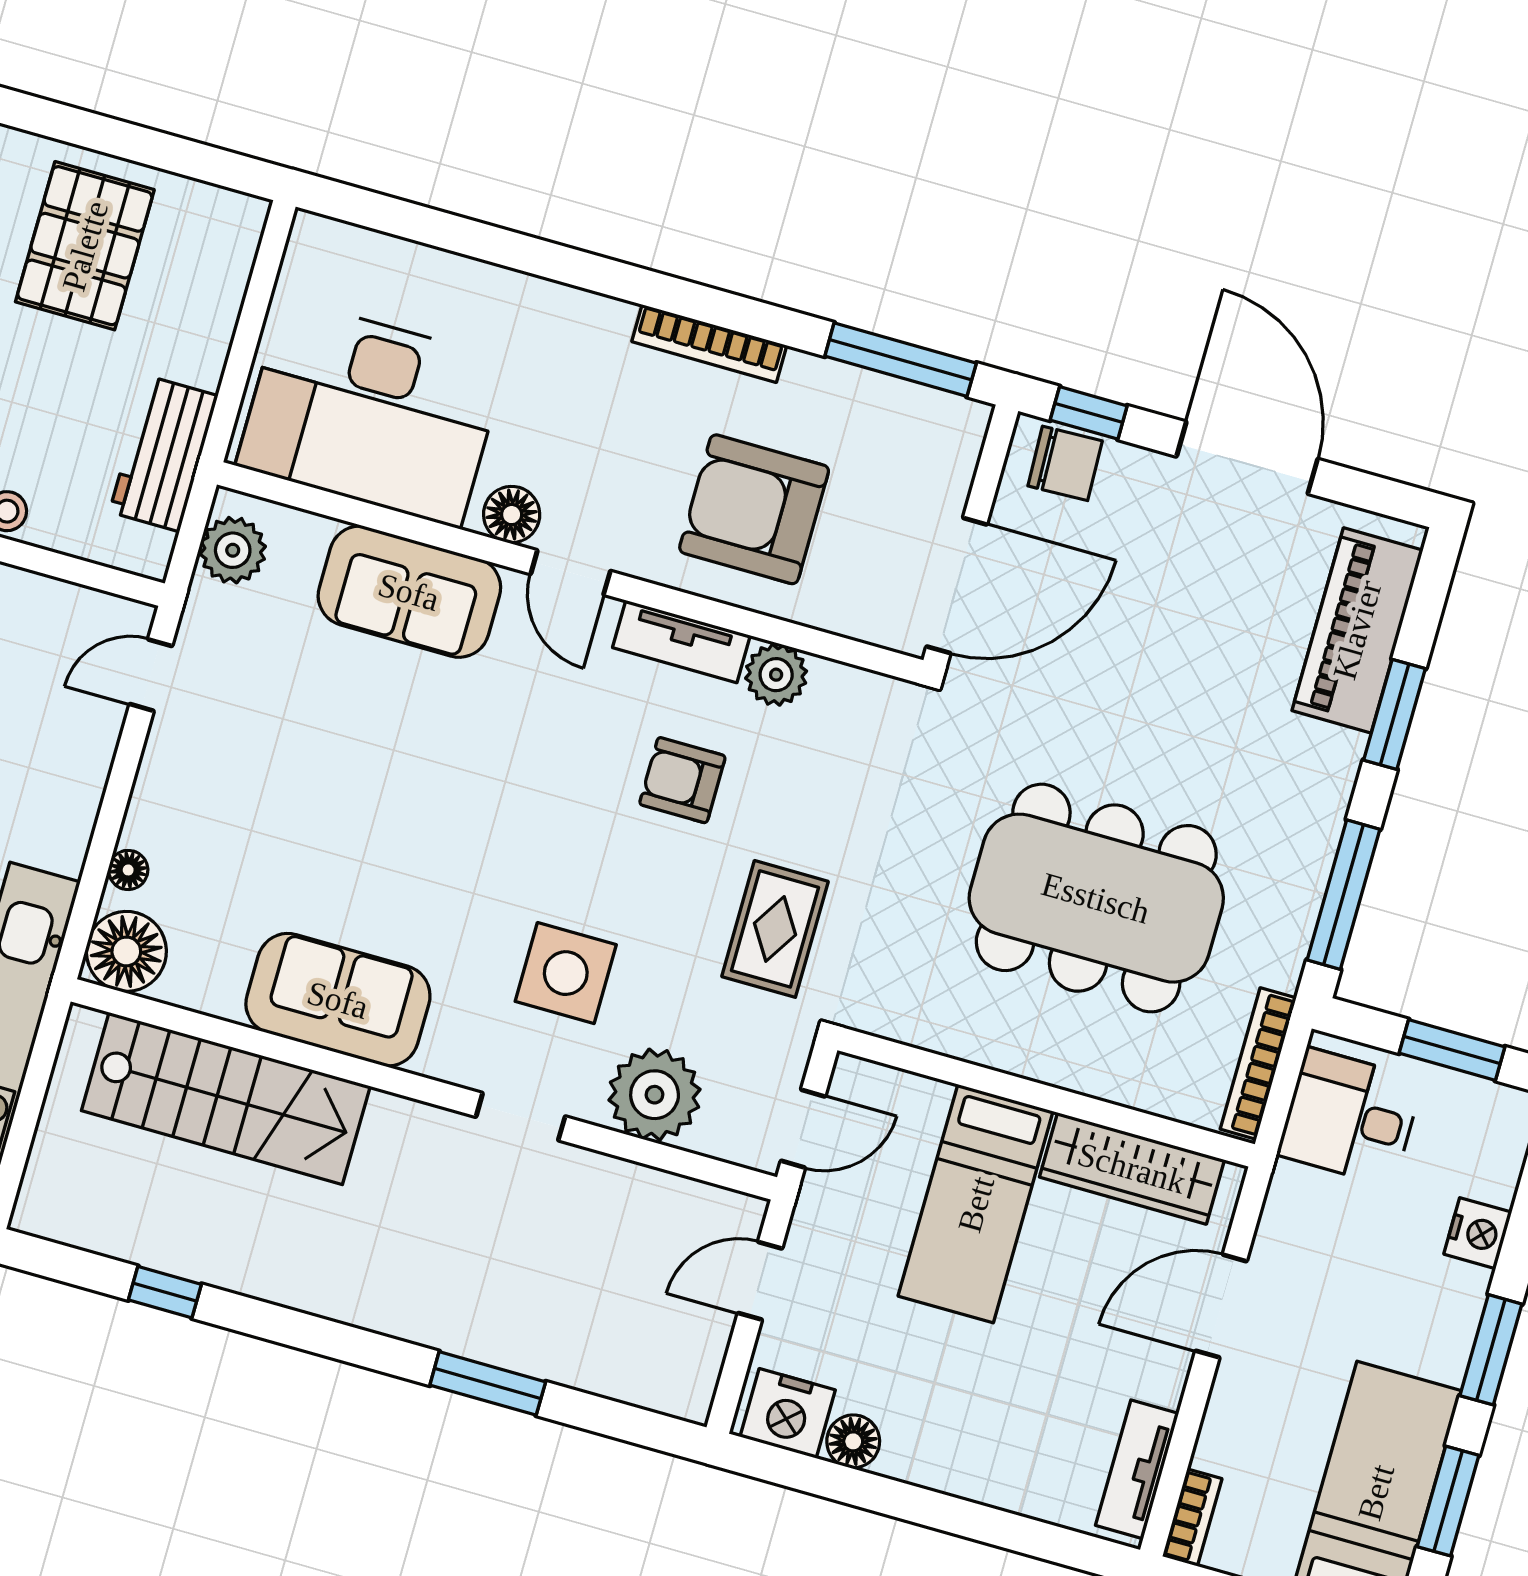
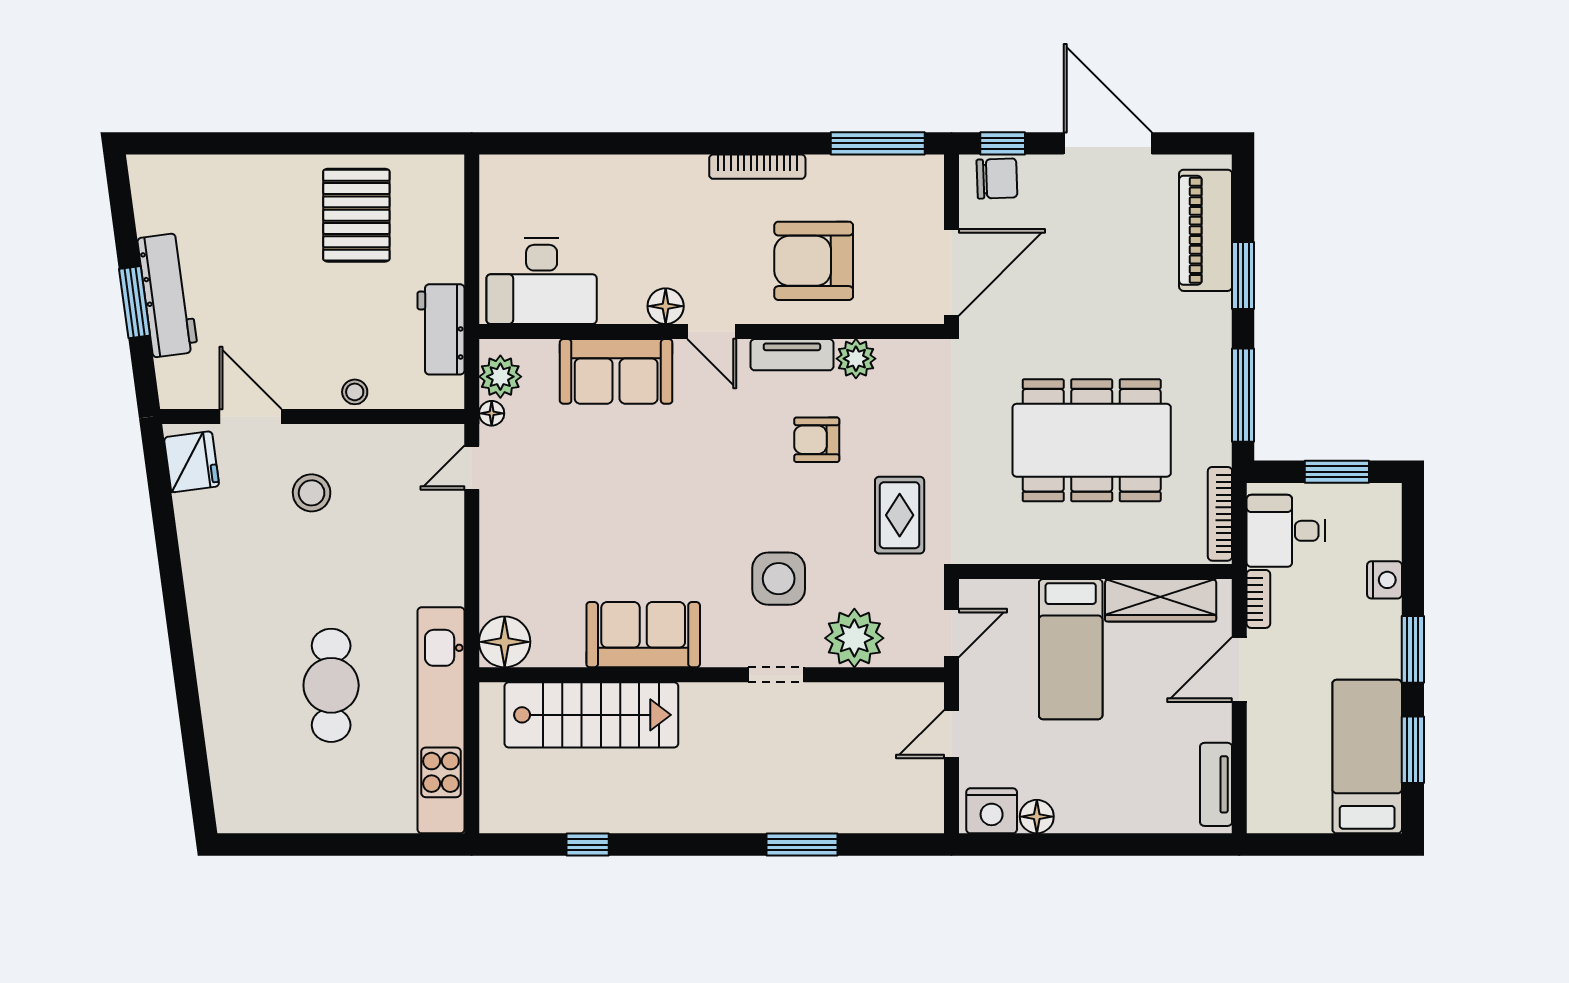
desk: (371, 413) -> (542, 281), width x0.73, depth x0.77
floor lamp: (128, 870) -> (492, 413), moved
bookcase: (1192, 1517) -> (1258, 599), moved

